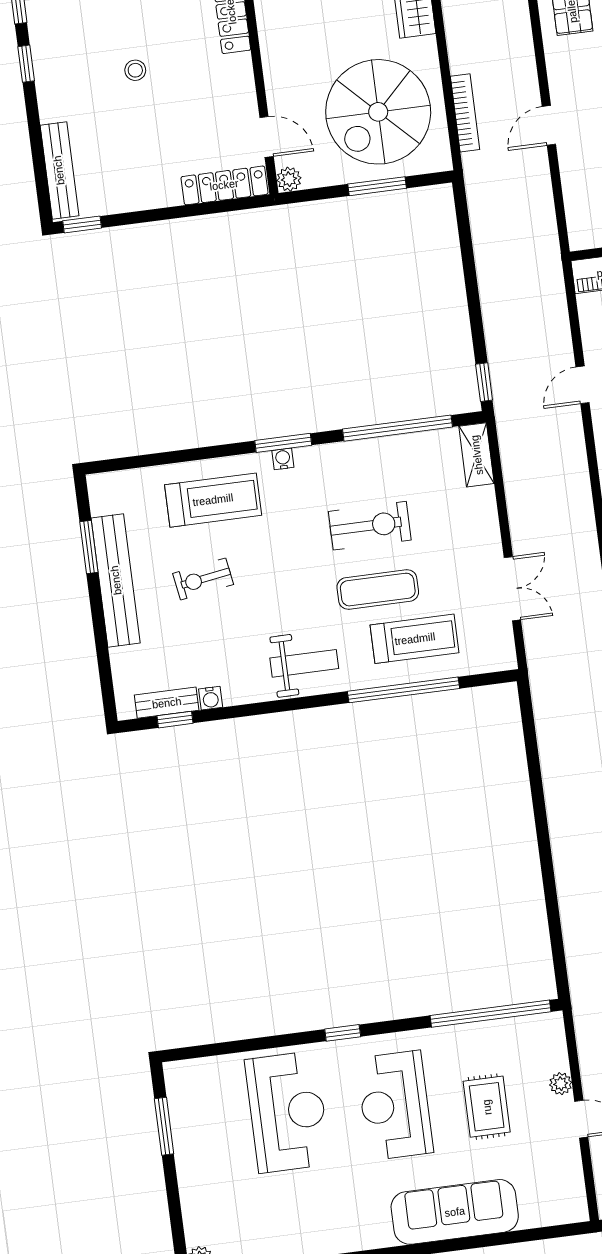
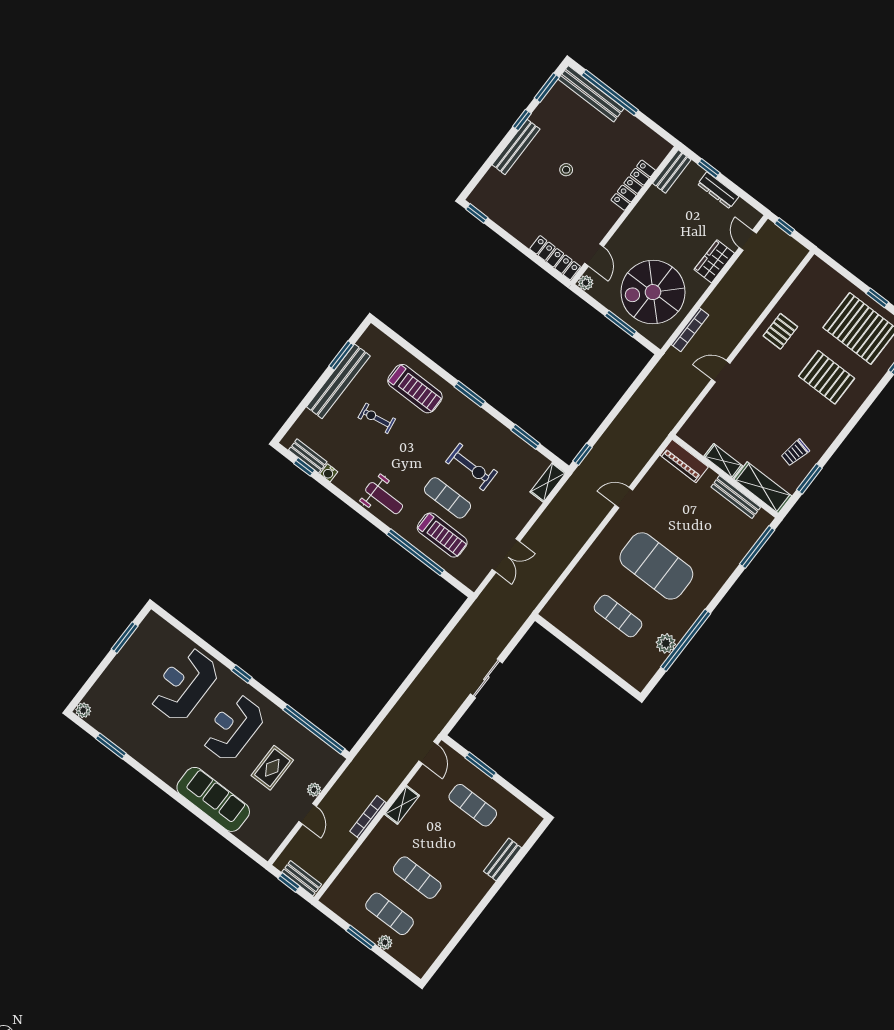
bench: (59, 170) -> (516, 147), moved
window: (398, 428) -> (525, 437), width x0.47
water cooler: (283, 459) -> (463, 401), removed
reception desk: (287, 1112) -> (184, 684), turned 180

